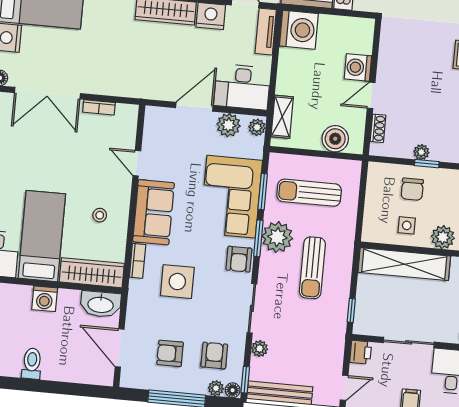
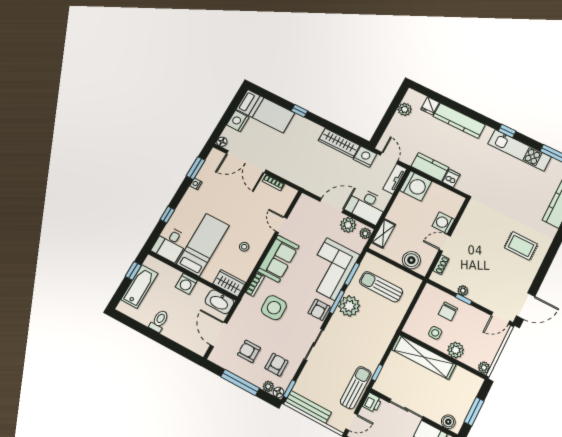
sun lounger: (312, 268) -> (356, 388), moved, turned 180
wardrobe: (92, 273) -> (229, 283), width x0.67
plant: (260, 349) -> (308, 372), removed

